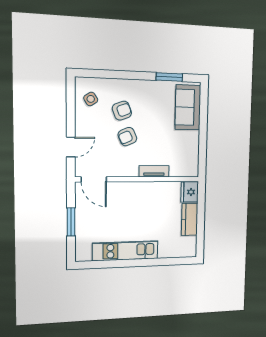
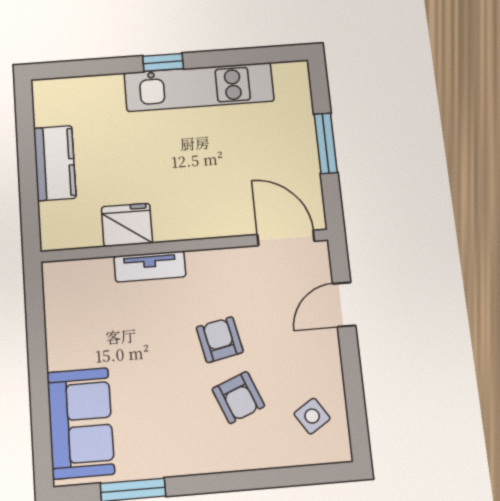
armchair: (122, 111) -> (238, 397), turned -91
armchair: (127, 137) -> (220, 340), turned -78
fridge: (190, 192) -> (127, 225), moved, turned -90
window: (140, 263) -> (163, 62), added

